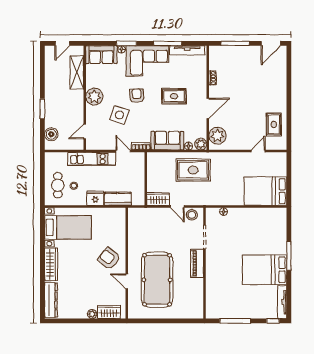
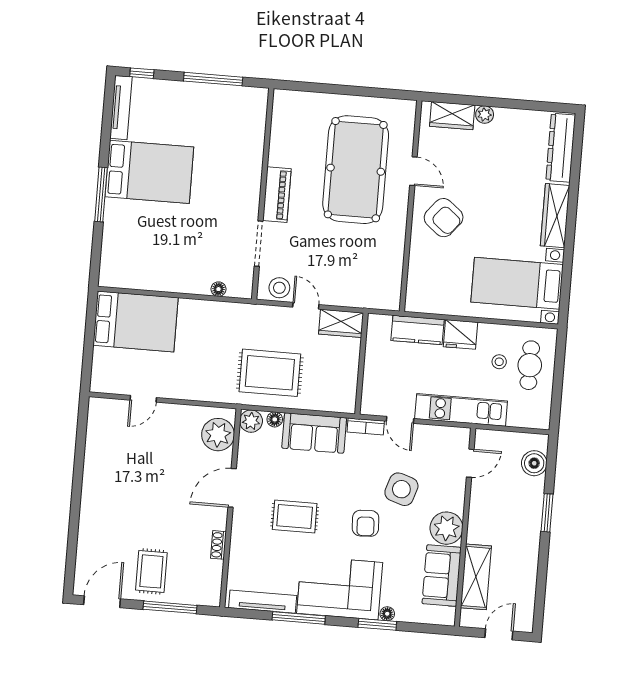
sofa: (101, 55) -> (442, 576), moved, turned -90
rug: (274, 124) -> (151, 571), moved

